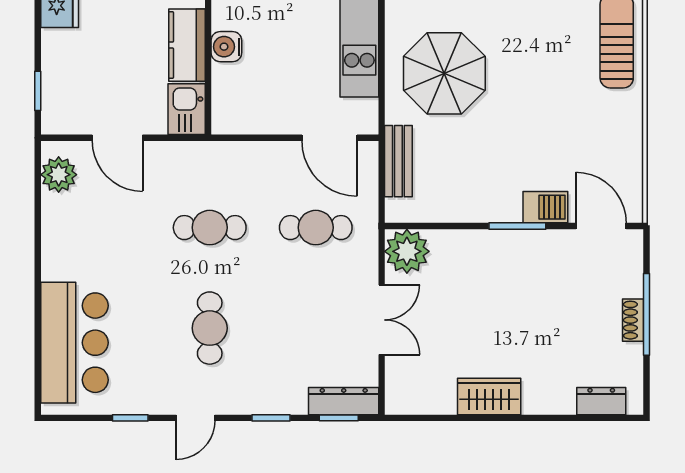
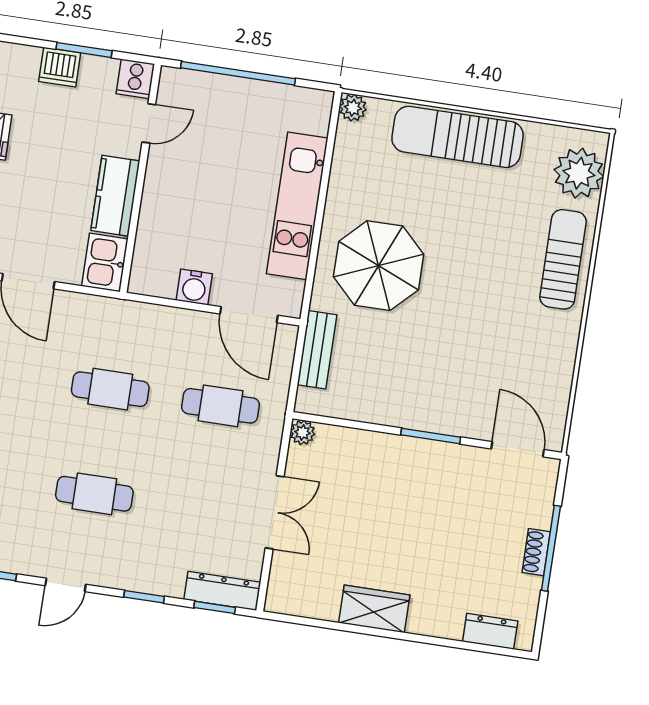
water cooler: (226, 47) -> (194, 287), moved, turned -90
barbecue: (545, 207) -> (463, 421), removed
plant: (407, 251) -> (303, 433), width x0.53, depth x0.53
cafe table: (210, 328) -> (94, 494), turned 90

